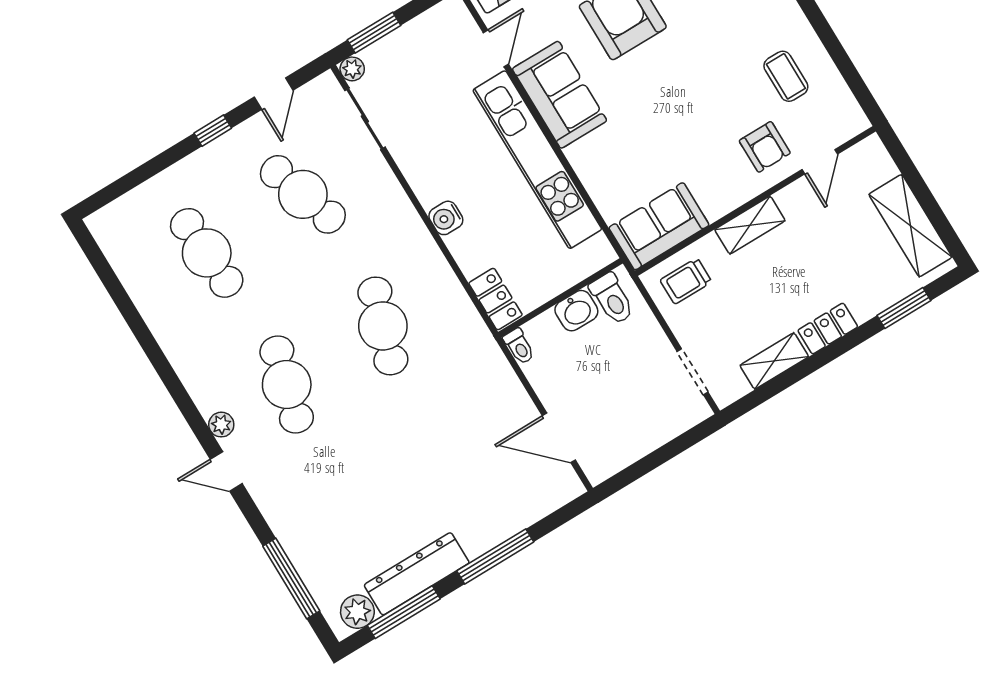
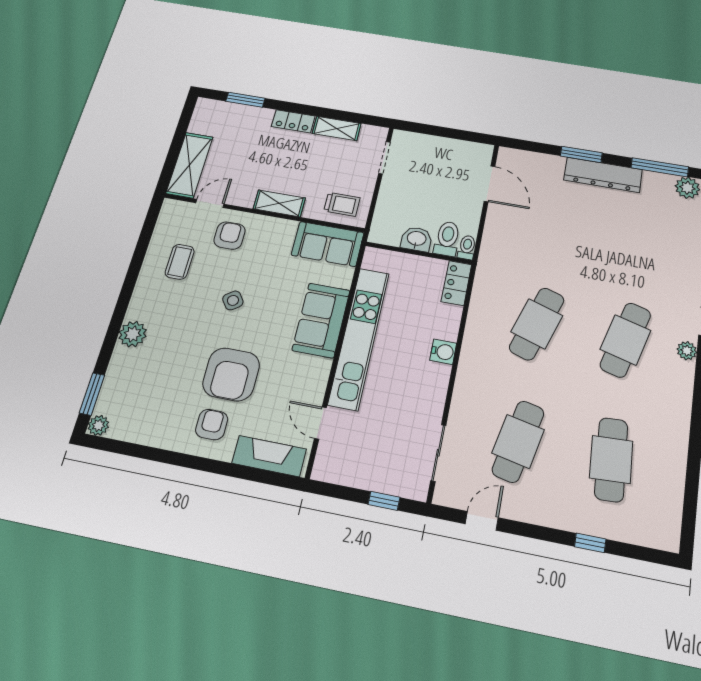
window: (374, 33) -> (384, 501), width x0.67
door: (496, 48) -> (321, 423), hinge flipped
plant: (352, 69) -> (418, 491), removed
side table: (694, 86) -> (233, 300), added
sofa: (560, 95) -> (321, 320), moved
window: (213, 131) -> (590, 543), moved
cafe table: (303, 194) -> (518, 441), turned 30
shelving: (910, 226) -> (189, 165), moved
toilet: (612, 299) -> (447, 239), moved
window: (495, 556) -> (581, 154), width x0.69
dresser: (417, 574) -> (603, 175), moved

